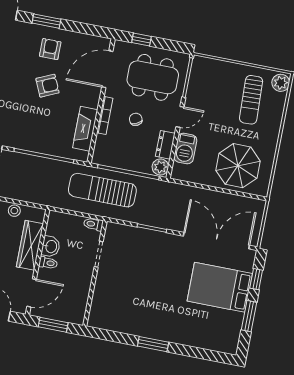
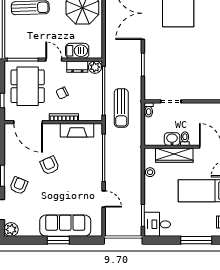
armchair: (50, 49) -> (19, 186), moved, turned 113
sun lounger: (102, 190) -> (121, 108), width x0.73, depth x0.75

